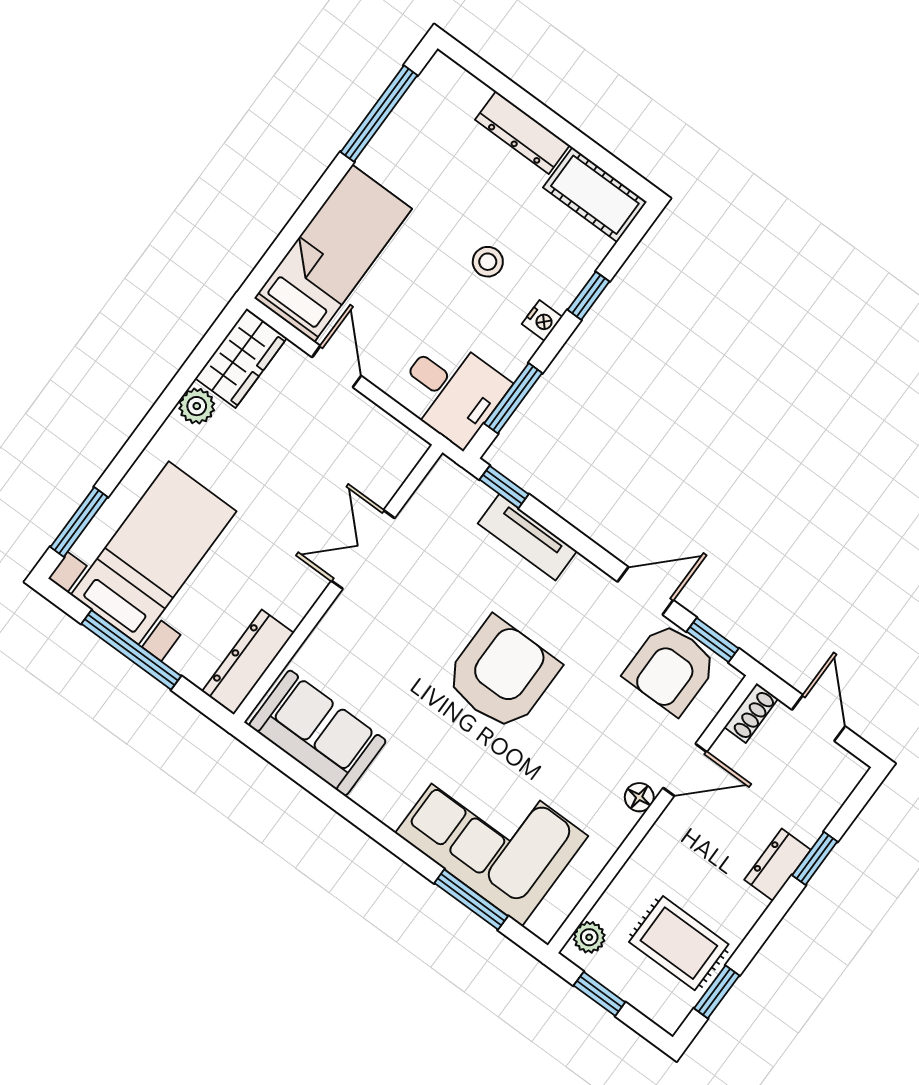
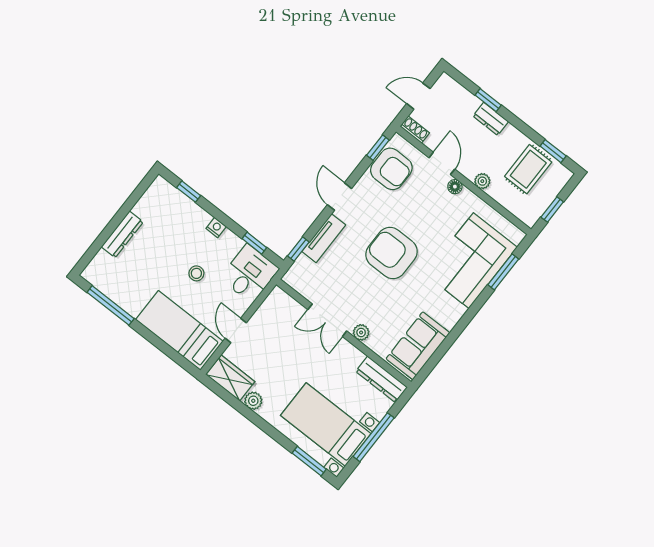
cot: (595, 195) -> (154, 199), removed
stool: (488, 262) -> (196, 273), moved
window: (589, 296) -> (189, 192), moved
door: (337, 366) -> (236, 331), hinge flipped
window: (513, 398) -> (254, 243), width x0.67
door: (645, 591) -> (340, 197), moved
plant: (341, 618) -> (361, 332), added
plant: (589, 937) -> (482, 181), moved

